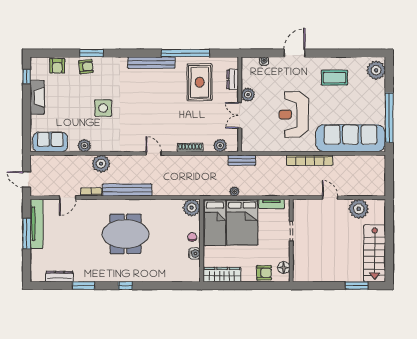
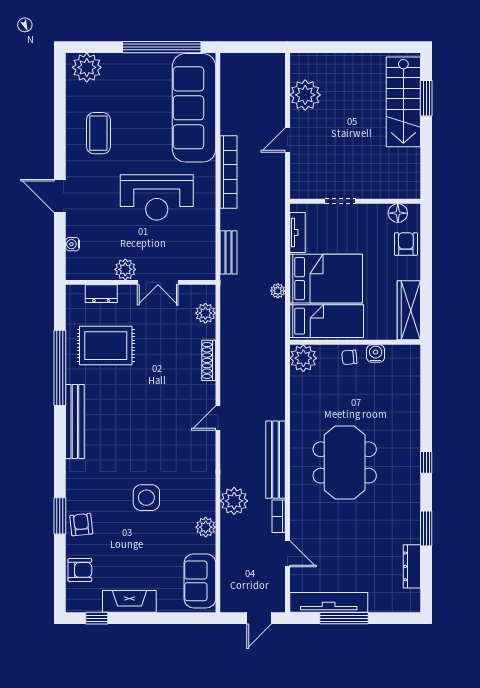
bench: (242, 160) -> (229, 252), moved
stairs: (375, 253) -> (403, 102), moved, turned 90

